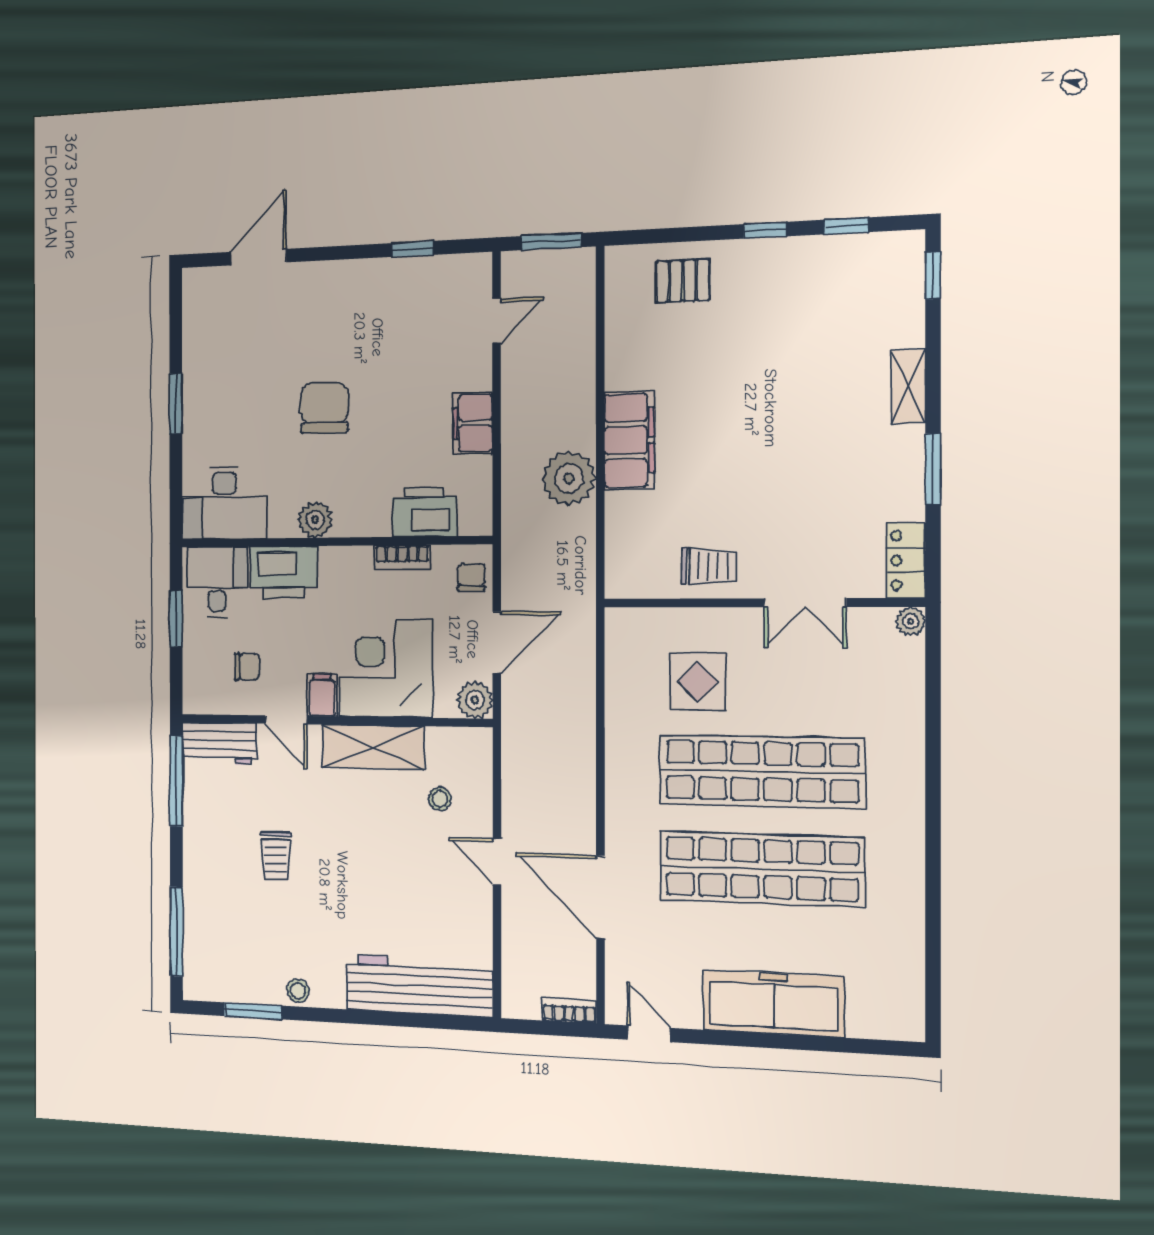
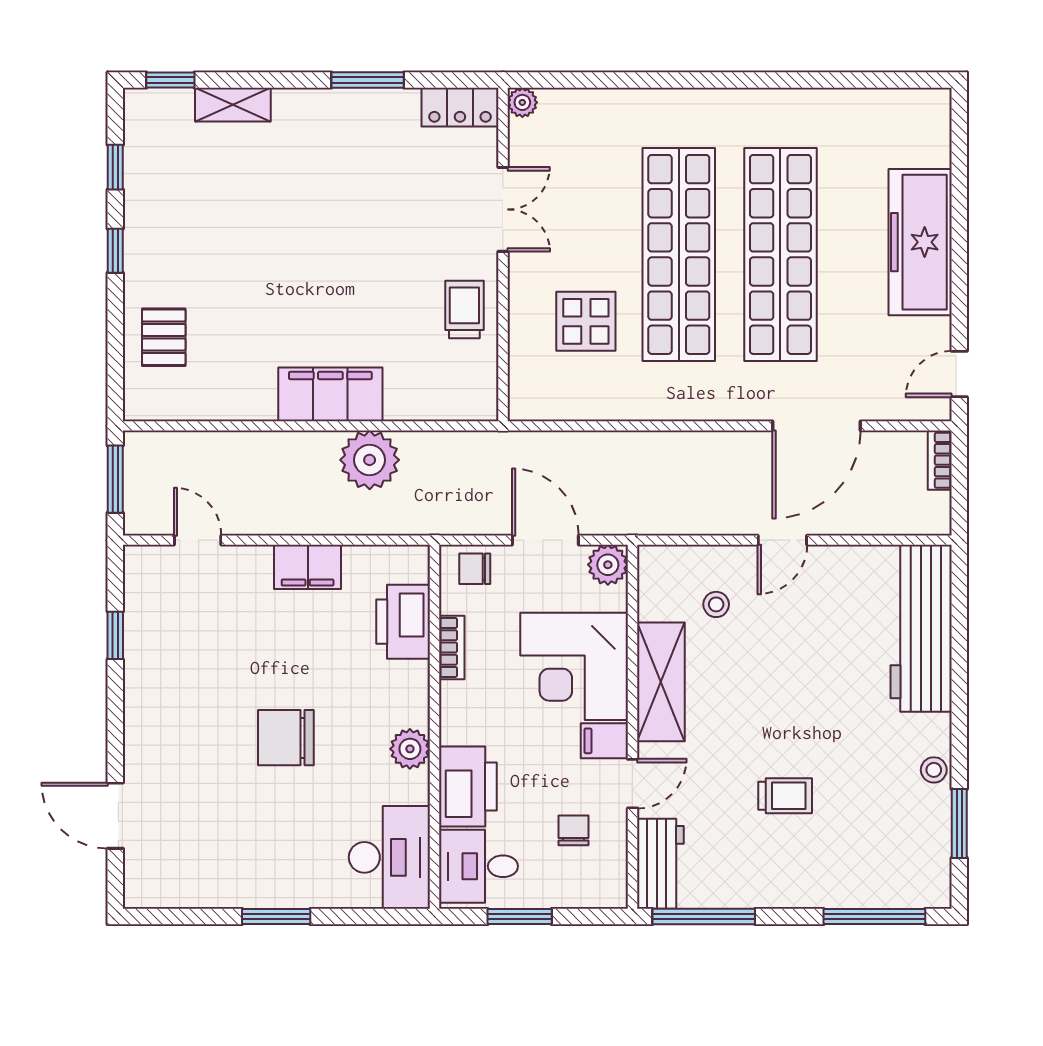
shelving: (908, 386) -> (233, 105), moved

